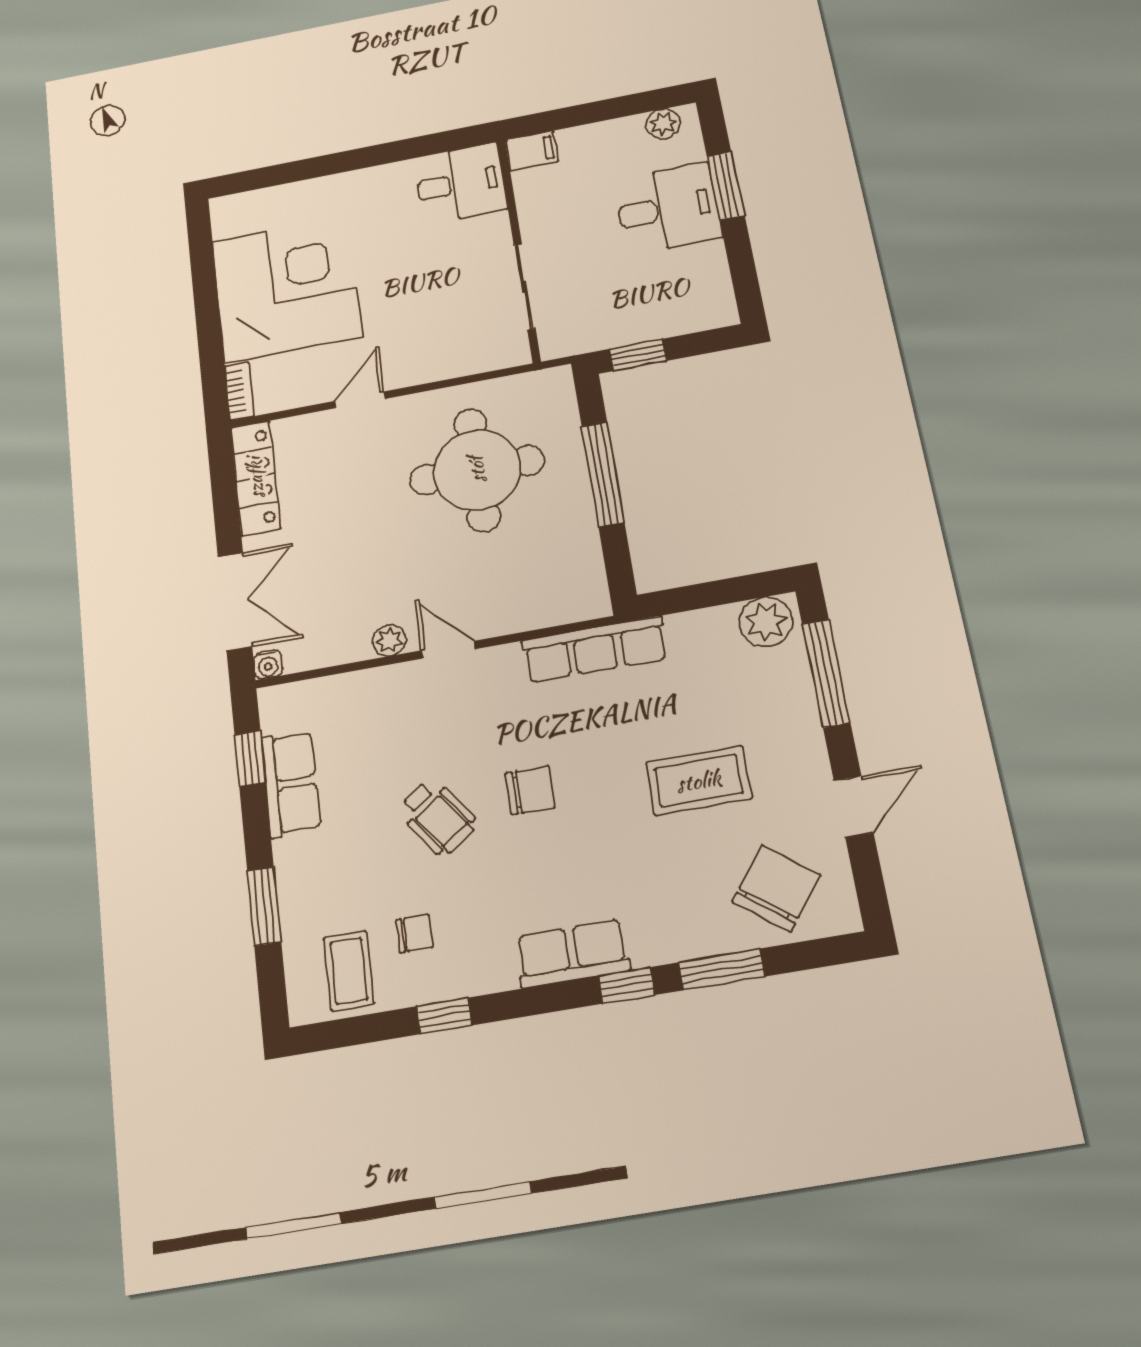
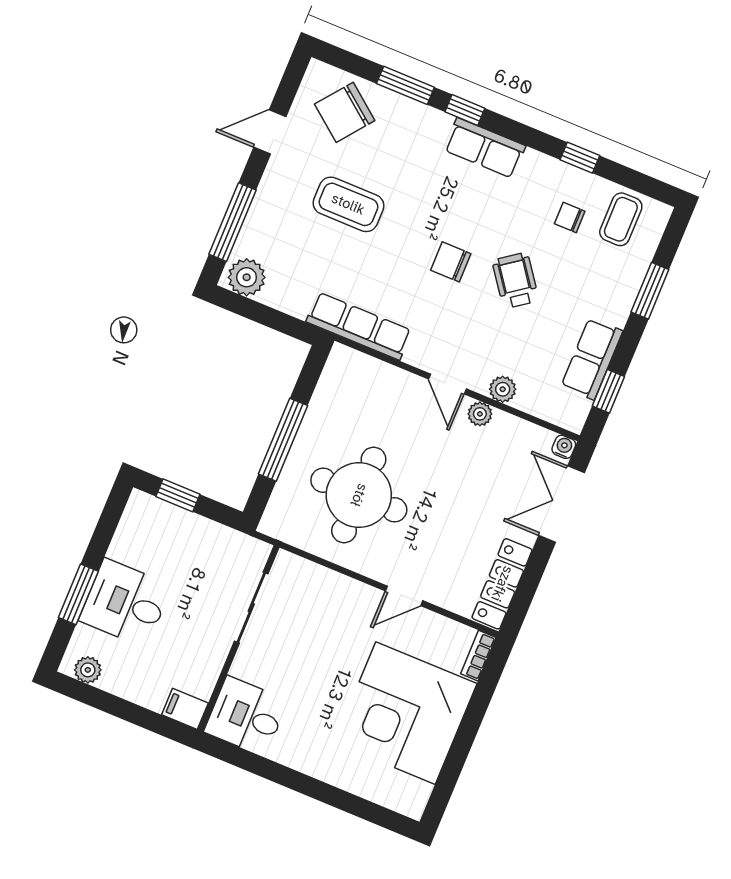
window: (638, 355) -> (178, 495), moved
plant: (379, 684) -> (503, 389), added

